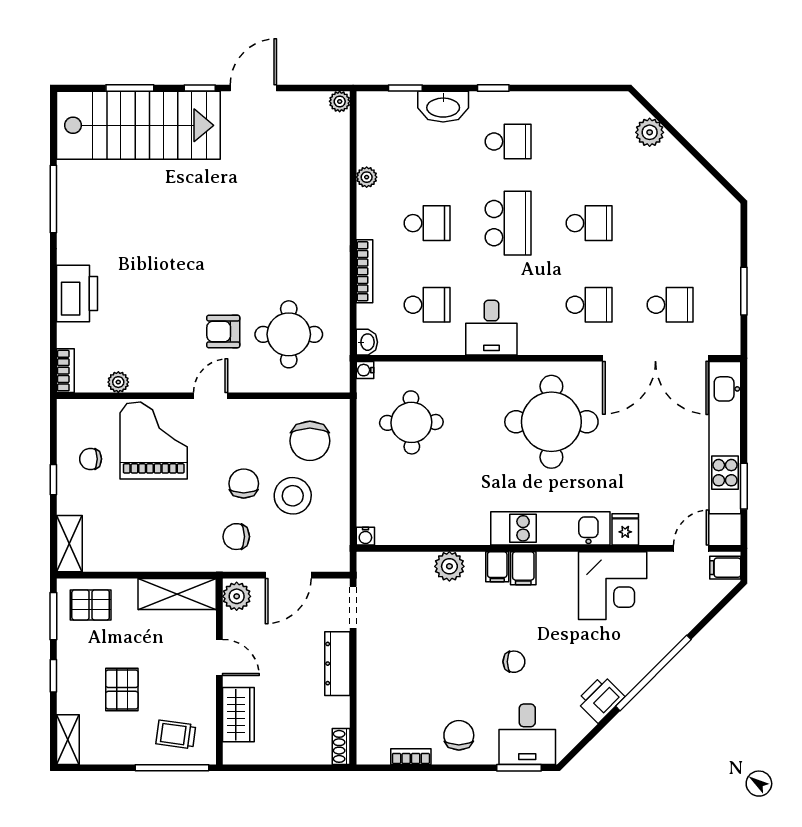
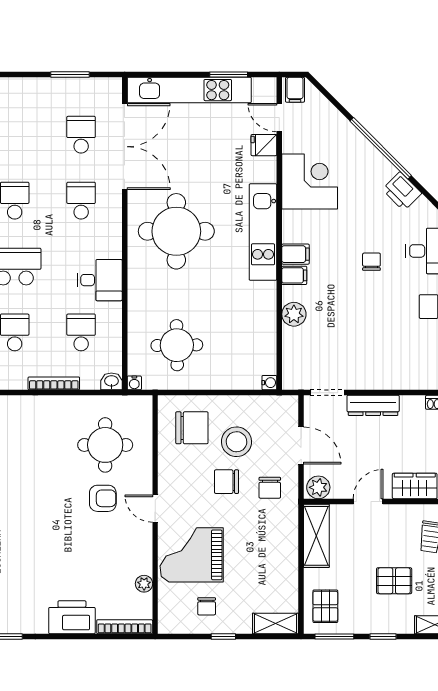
armchair: (223, 331) -> (103, 498), turned -90
bookcase: (65, 371) -> (125, 627), width x1.56
fridge: (625, 529) -> (264, 145), moved

